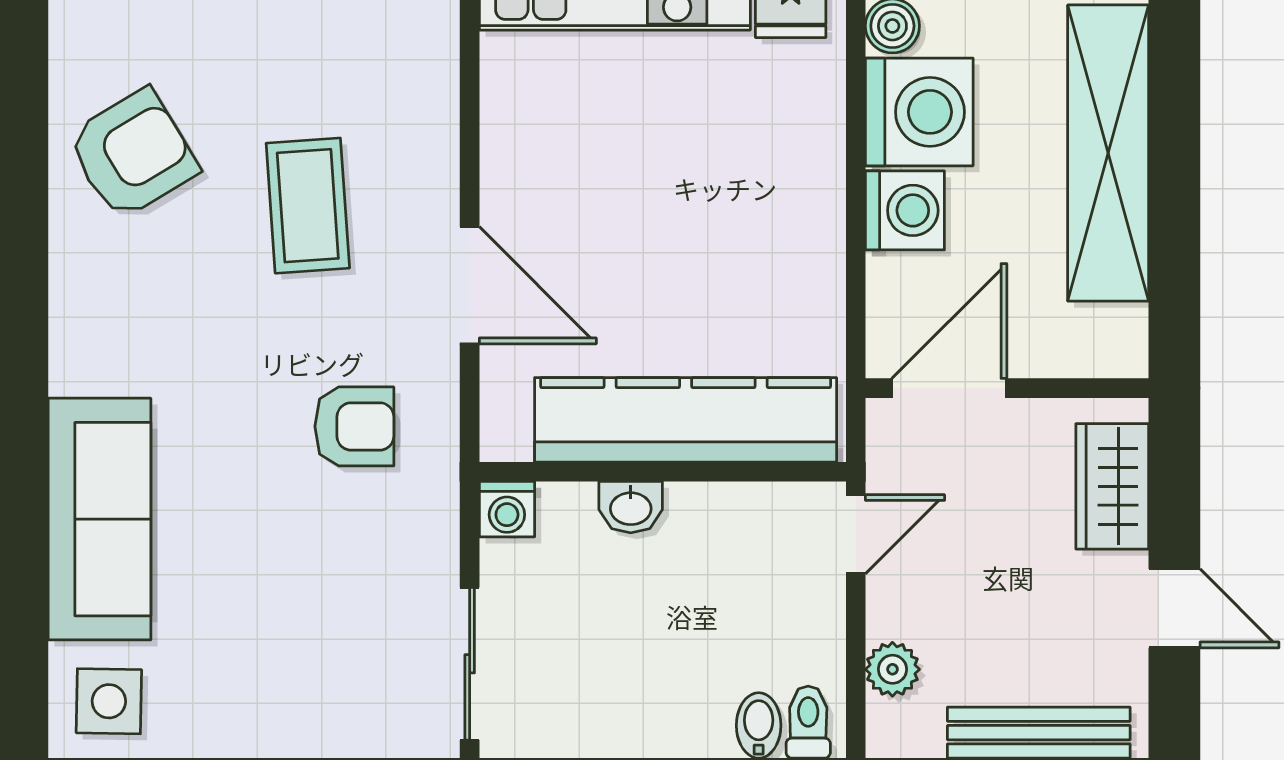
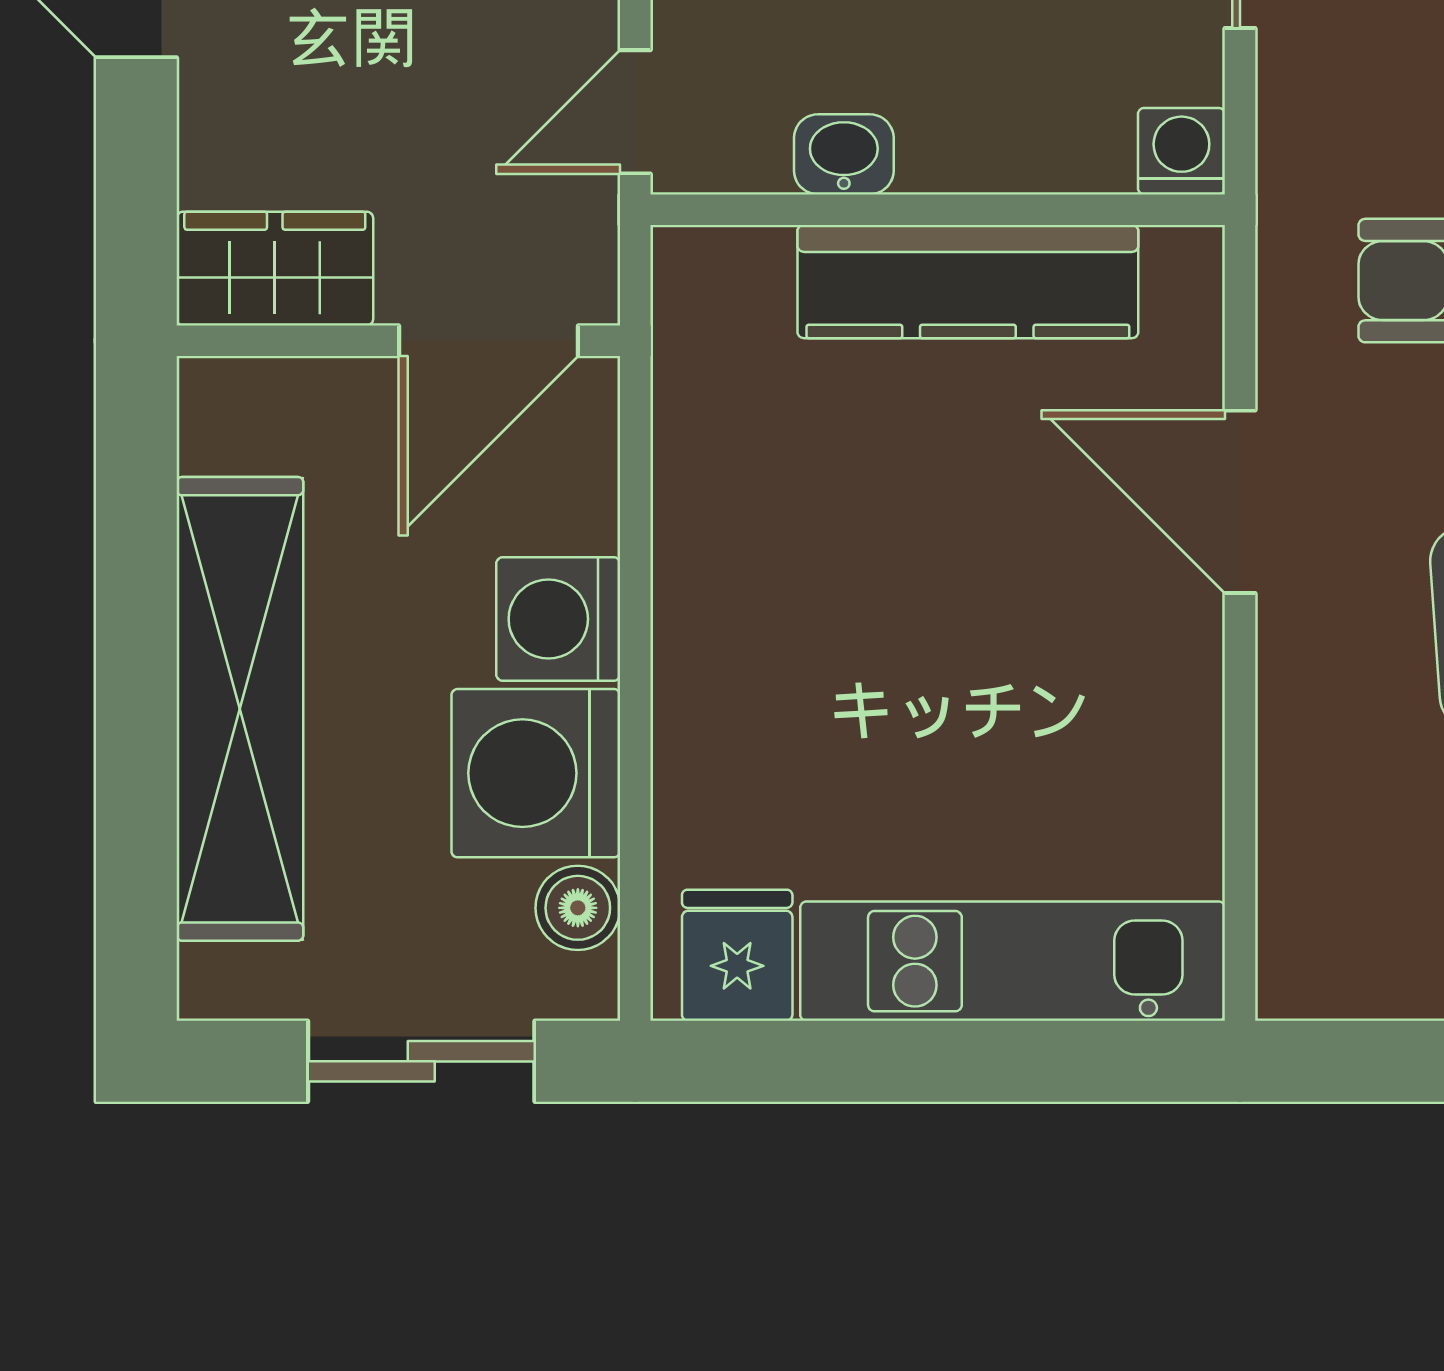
kitchen counter: (686, 420) -> (968, 282), width x0.72, depth x0.86
wardrobe: (1112, 486) -> (275, 269), moved, turned -90
washbasin: (631, 507) -> (844, 154), moved

